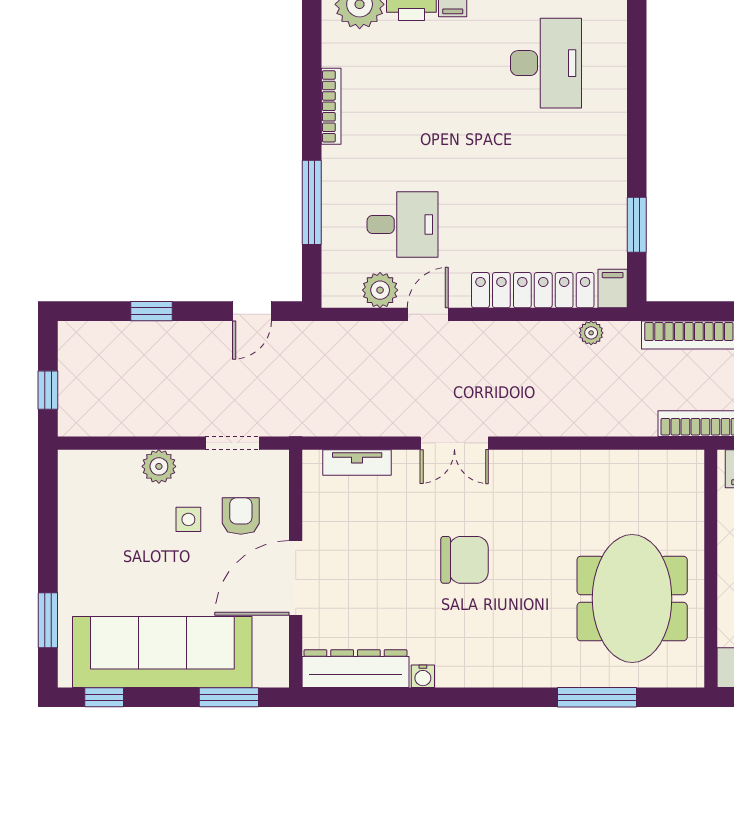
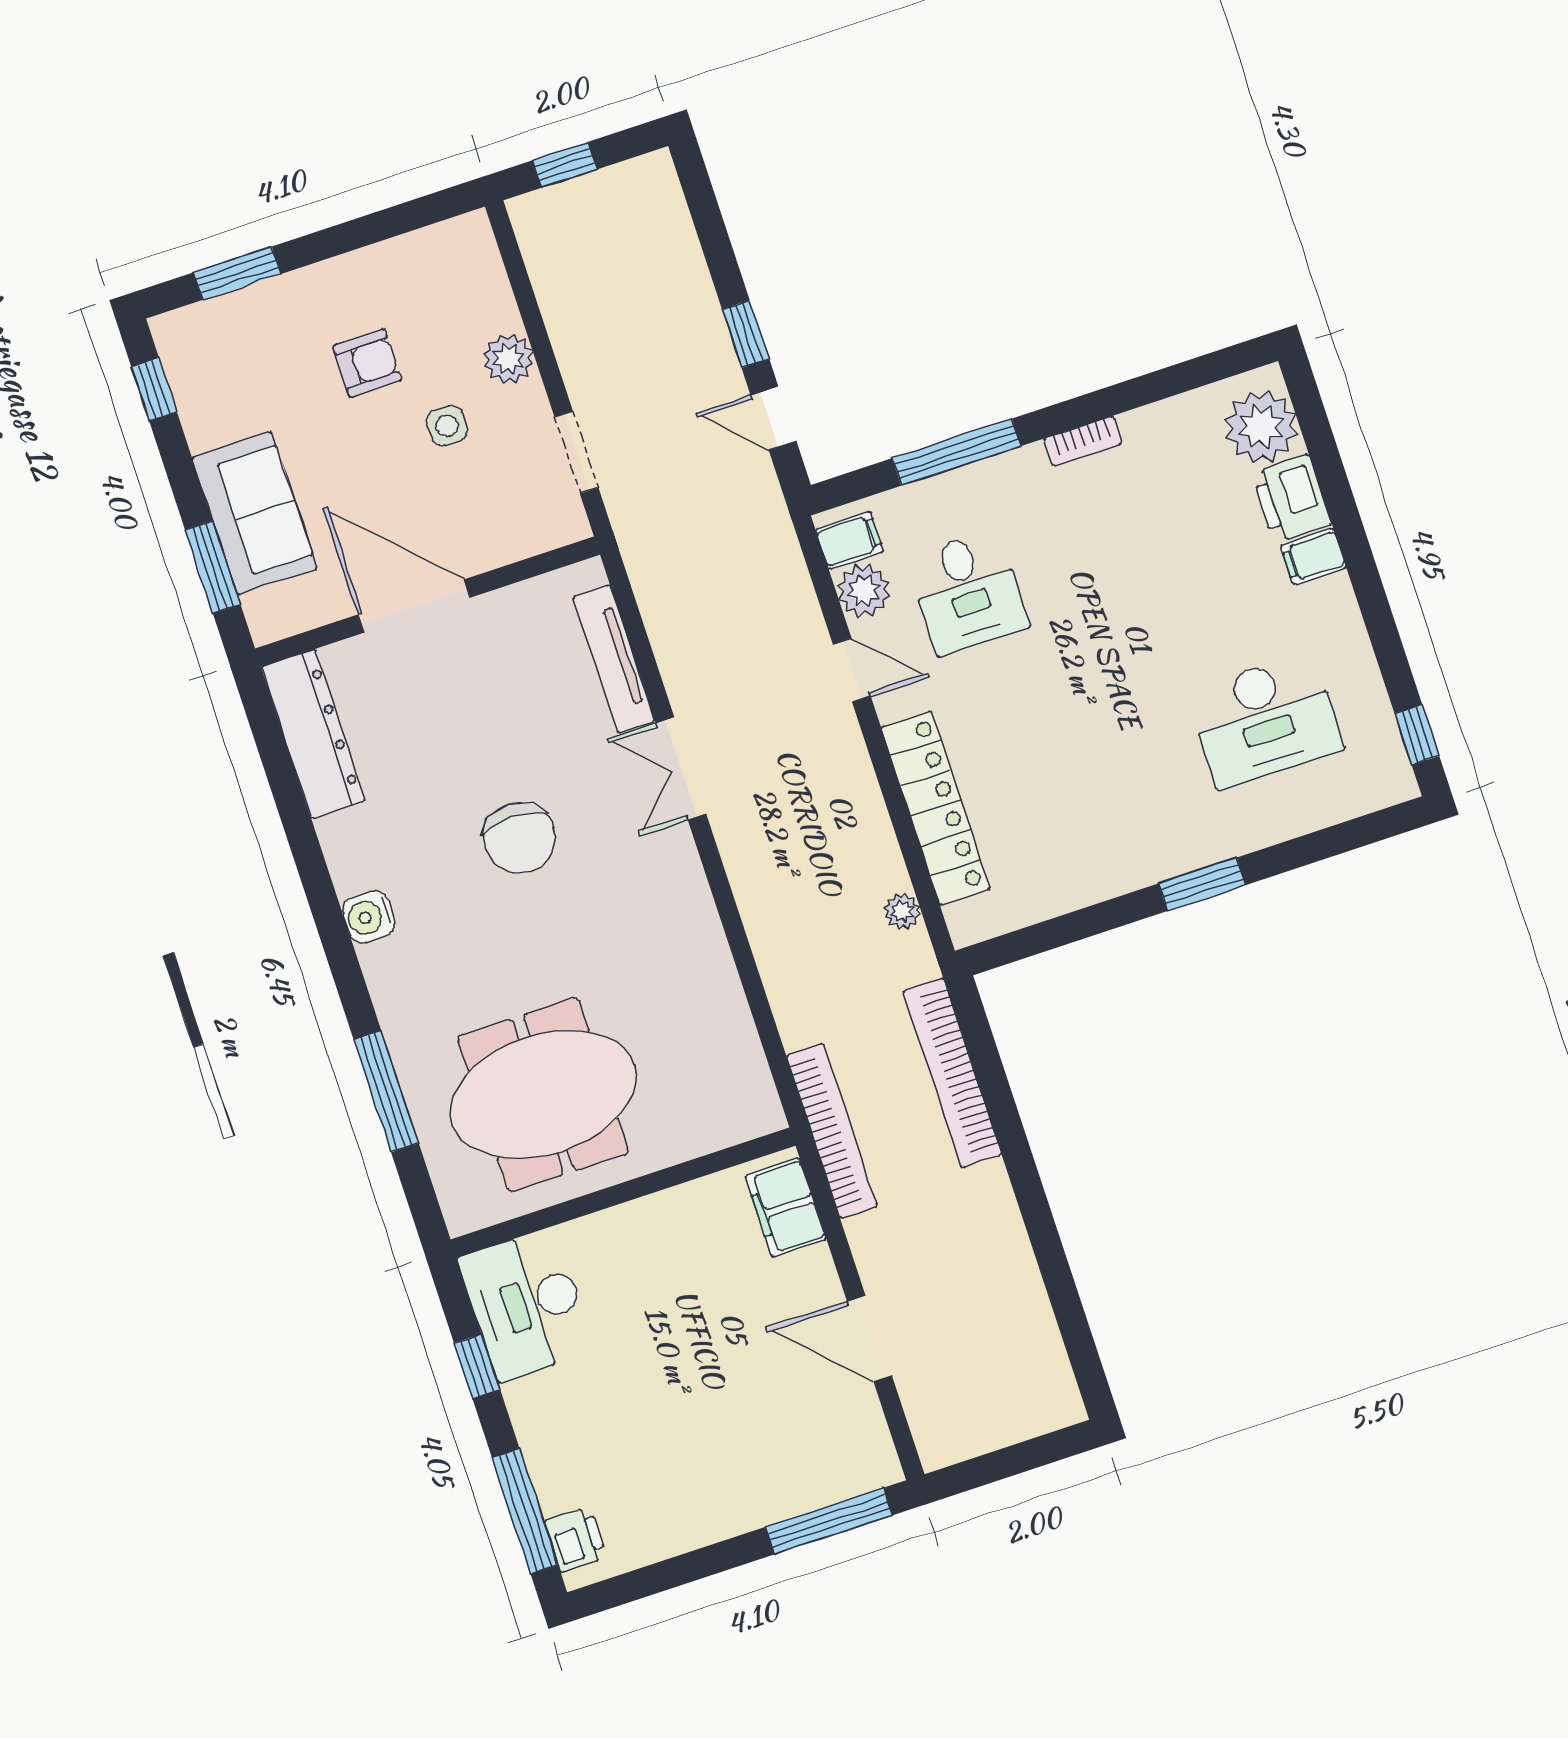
bookcase: (331, 106) -> (1083, 441), width x0.64
window: (637, 225) -> (1202, 884), moved
filing cabinet: (613, 289) -> (850, 540), moved
window: (151, 311) -> (746, 334), moved
tv unit: (357, 462) -> (614, 659), width x1.41
armchair: (241, 516) -> (367, 363), moved
sofa: (162, 652) -> (255, 513), width x0.54, depth x0.79
water cooler: (423, 676) -> (369, 917), moved, width x1.38, depth x1.38

